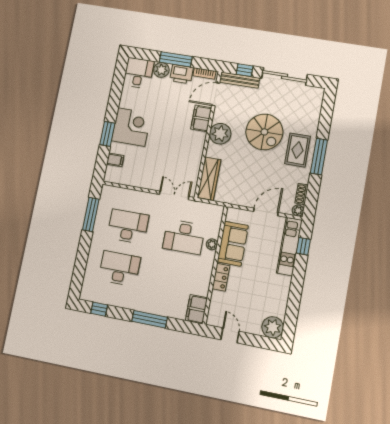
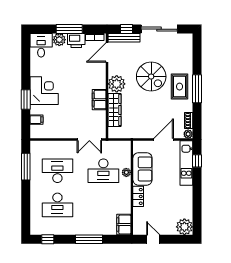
filing cabinet: (201, 118) -> (99, 100), moved
wardrobe: (209, 179) -> (115, 110), moved
double door: (174, 195) -> (89, 140), swing flipped
desk: (119, 269) -> (57, 205), turned 180

